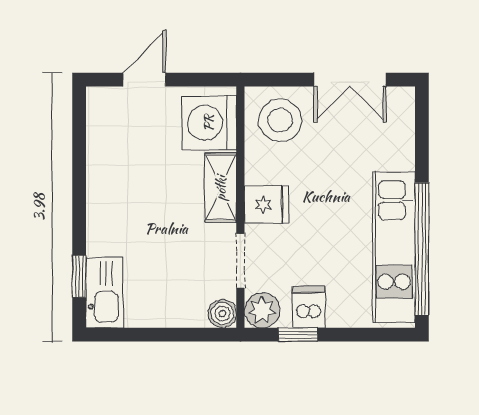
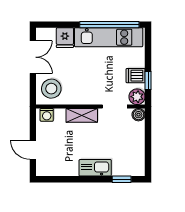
washing machine: (209, 123) -> (47, 115), width x0.53, depth x0.53
fridge: (267, 205) -> (65, 38), moved, turned 180
kitchen sink: (104, 293) -> (95, 168), moved

